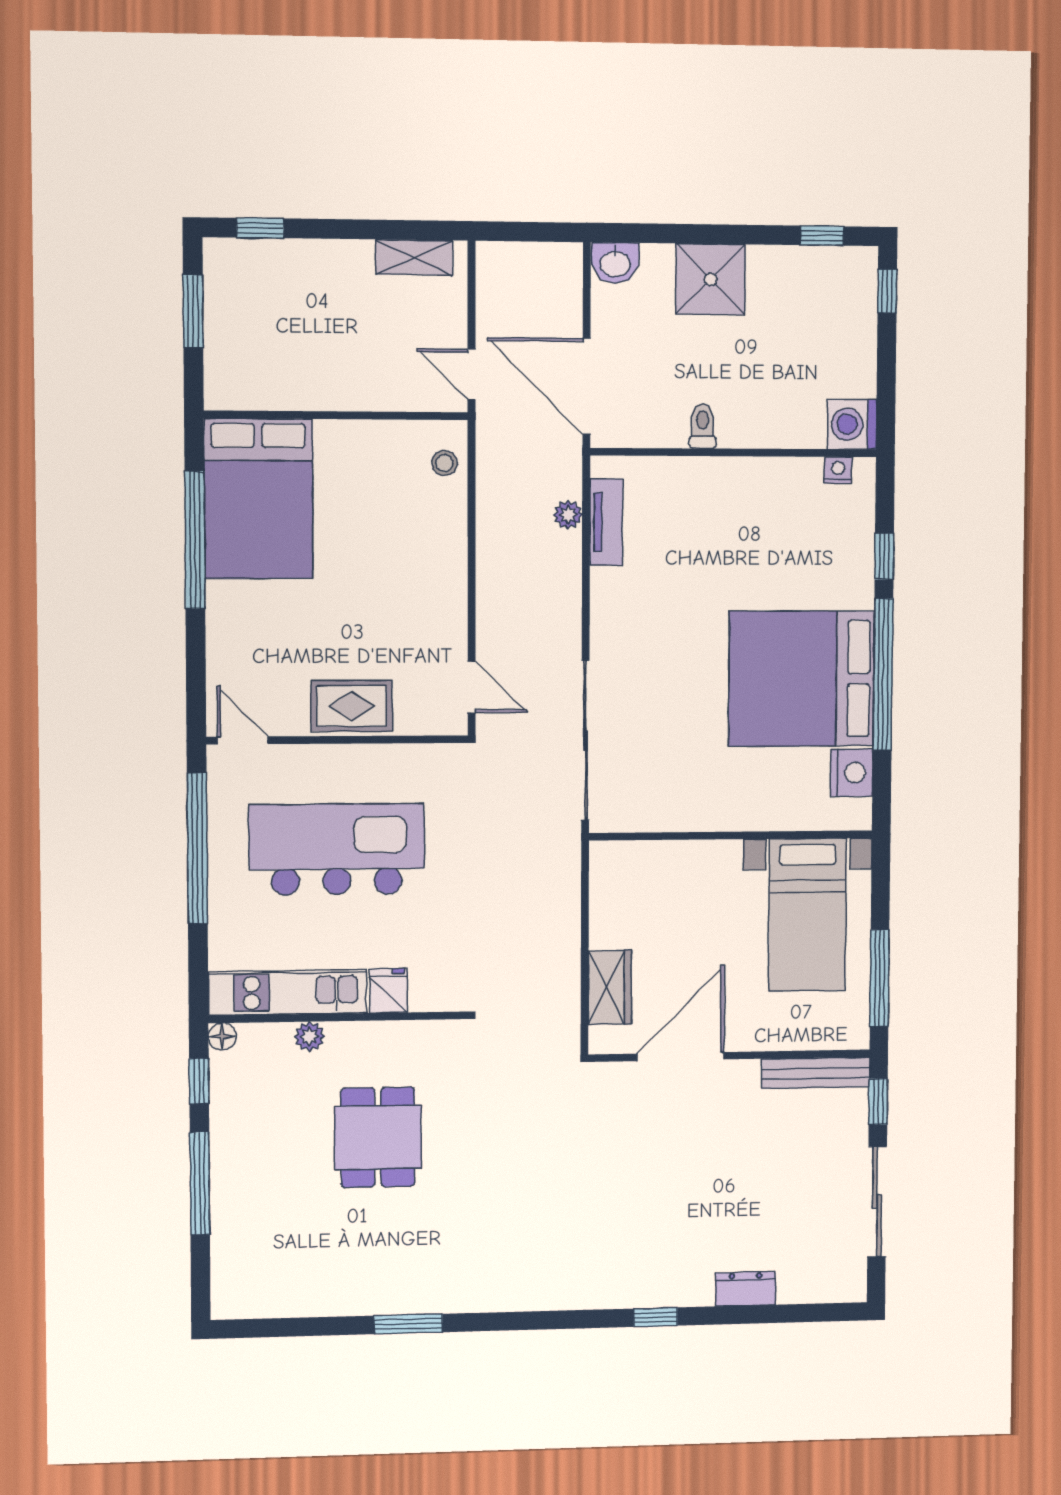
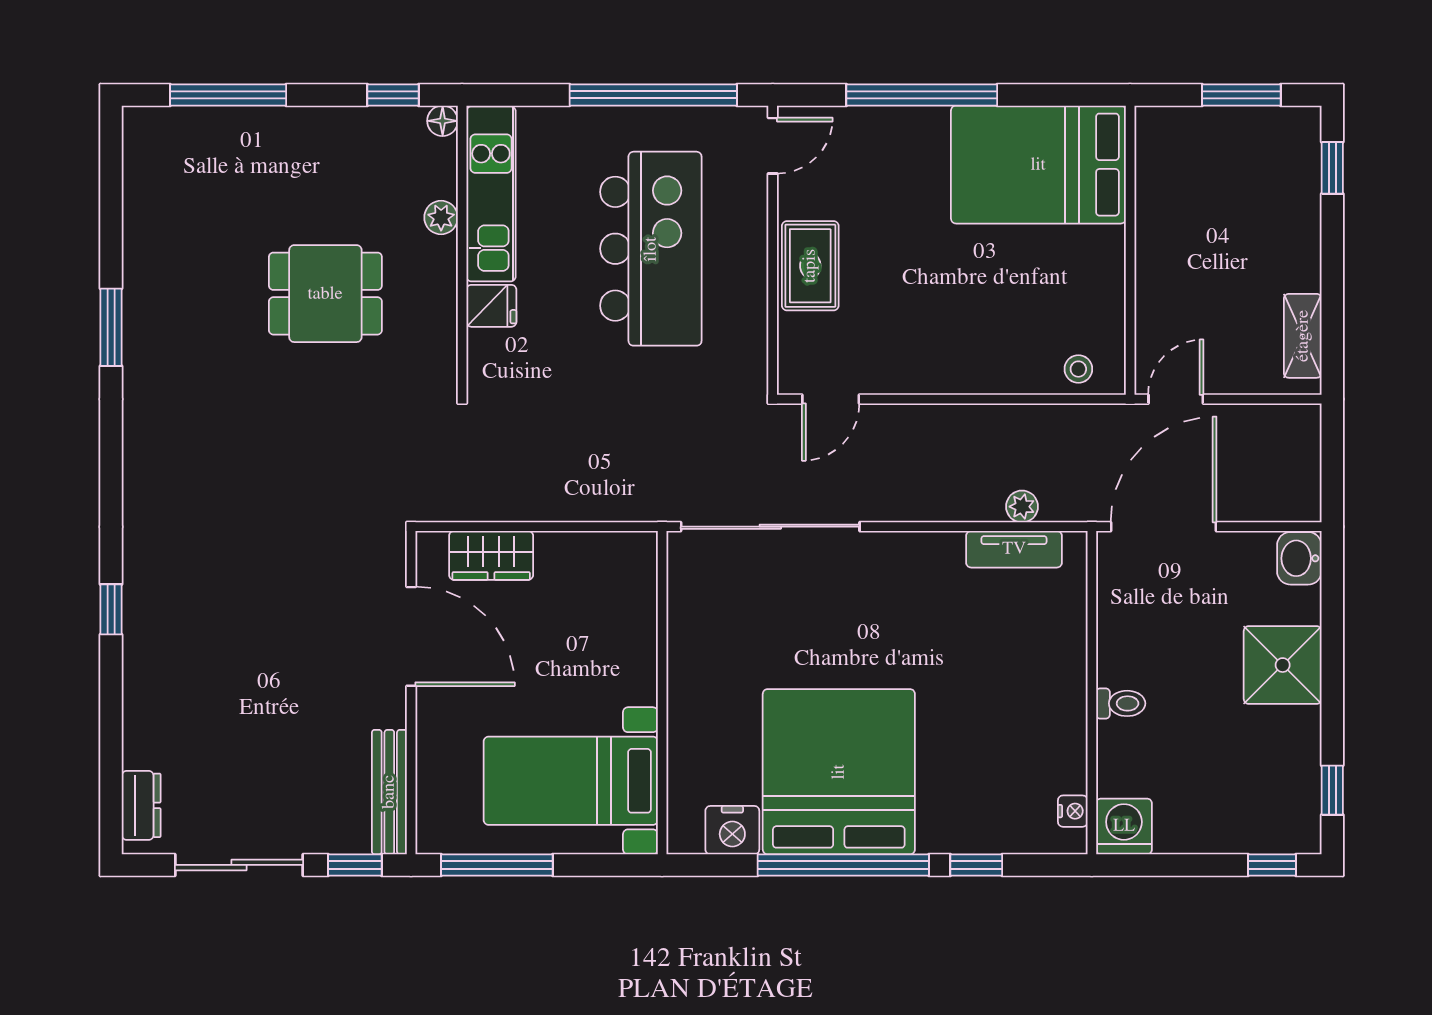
toilet: (703, 426) -> (1121, 703), moved
window: (195, 540) -> (922, 95), moved
window: (200, 1183) -> (228, 95), moved
dresser: (745, 1289) -> (141, 805), moved

